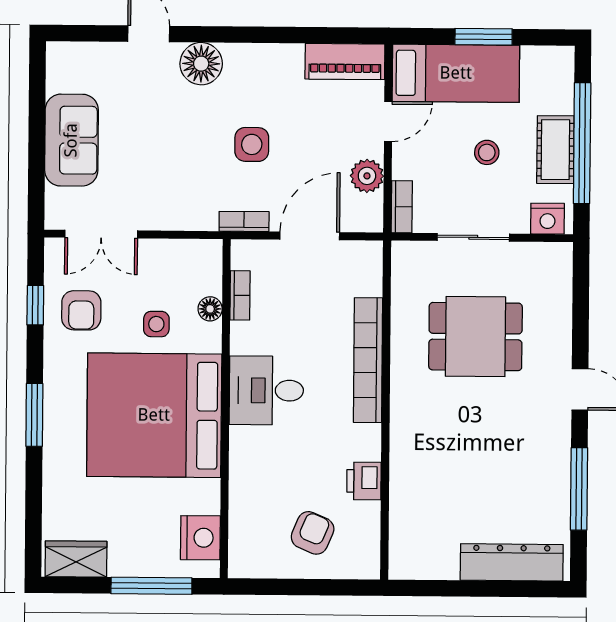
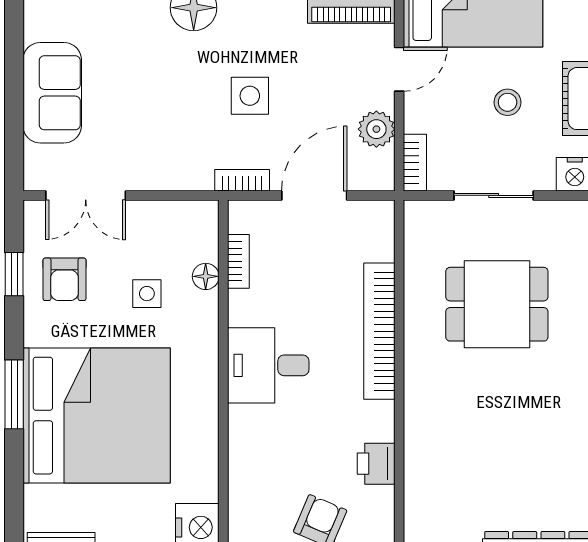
bed: (154, 415) -> (97, 416), moved, turned 180

